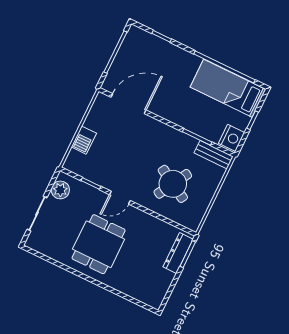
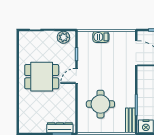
round table: (173, 184) -> (100, 104), turned -30
door: (120, 198) -> (76, 76), hinge flipped

